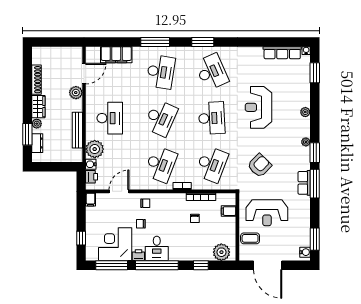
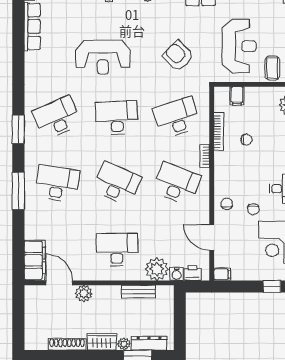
filing cabinet: (116, 55) -> (35, 260), moved
bench: (77, 130) -> (139, 292), width x0.73
dresser: (37, 143) -> (149, 343), width x1.44
desk: (212, 164) -> (177, 118), turned -39

